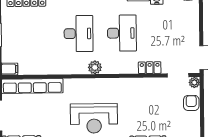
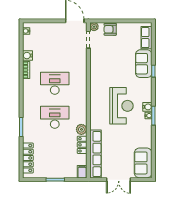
plant: (95, 67) -> (81, 129), moved
locker: (150, 68) -> (82, 145), moved

